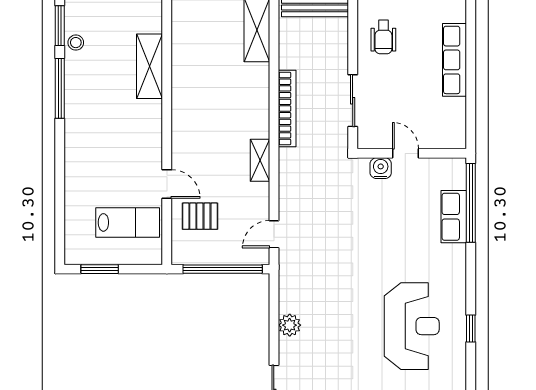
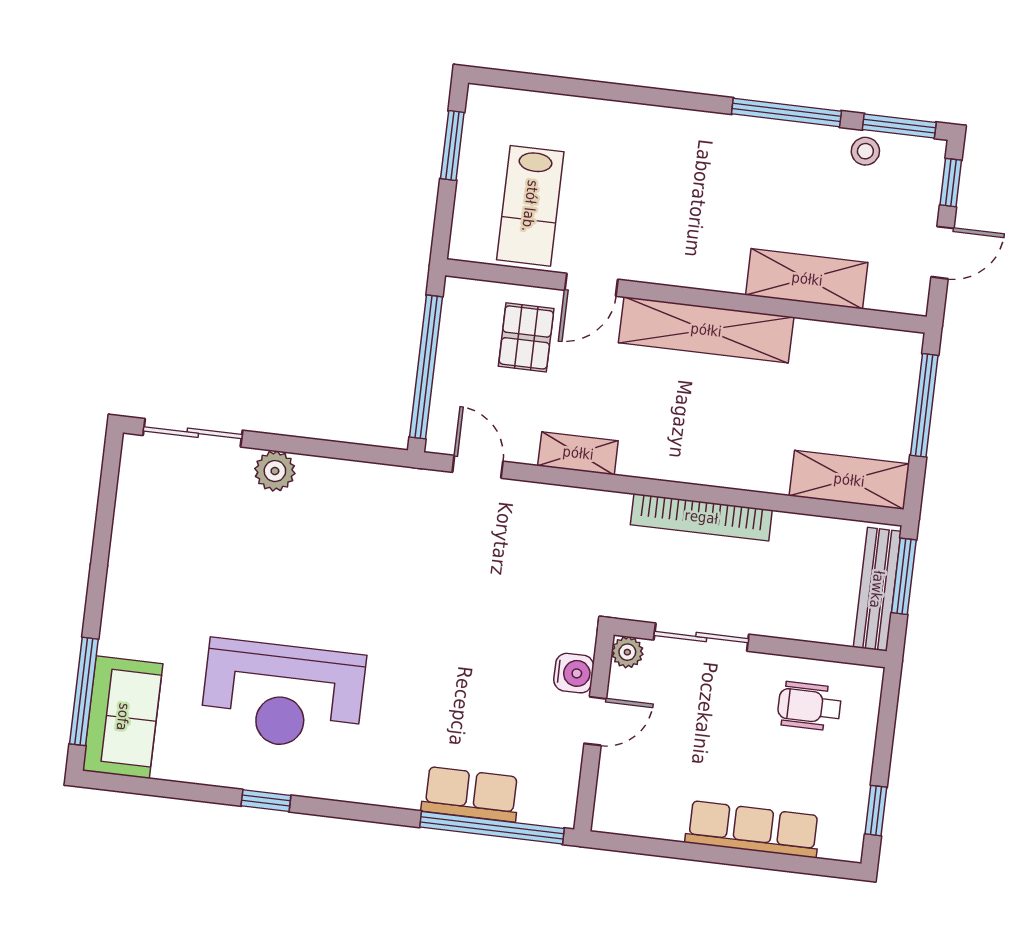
shelving: (184, 118) -> (706, 330), added
plant: (366, 140) -> (627, 652), added
shelving: (260, 160) -> (578, 453), moved
plant: (290, 325) -> (275, 471), moved

